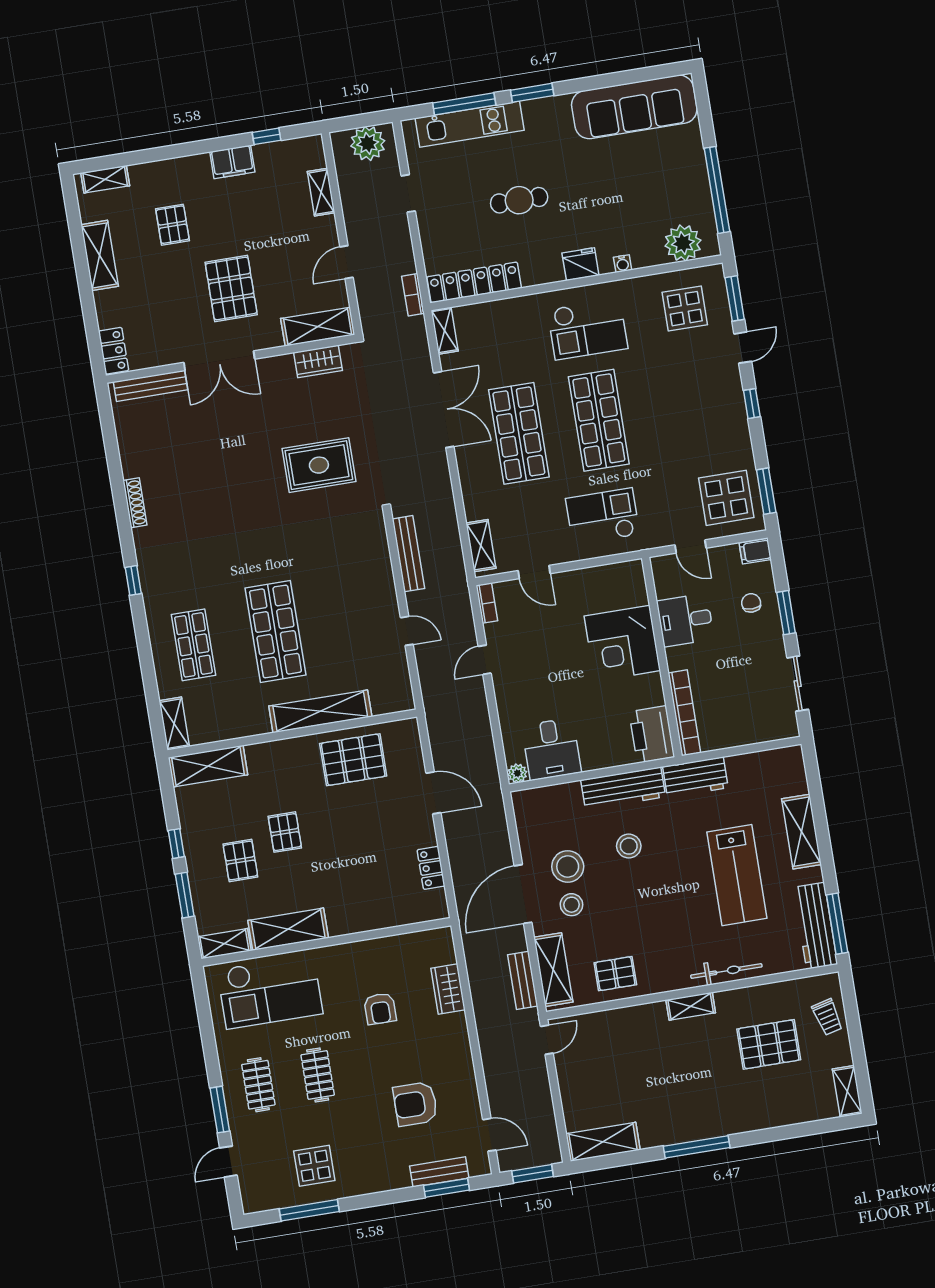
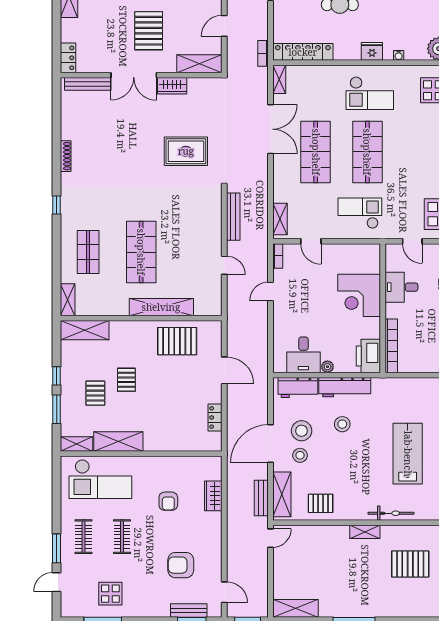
wardrobe: (318, 361) -> (172, 86), moved
plant: (517, 773) -> (327, 367), moved
workbench: (695, 777) -> (298, 388), moved
lab bench: (737, 875) -> (408, 454), turned 180

